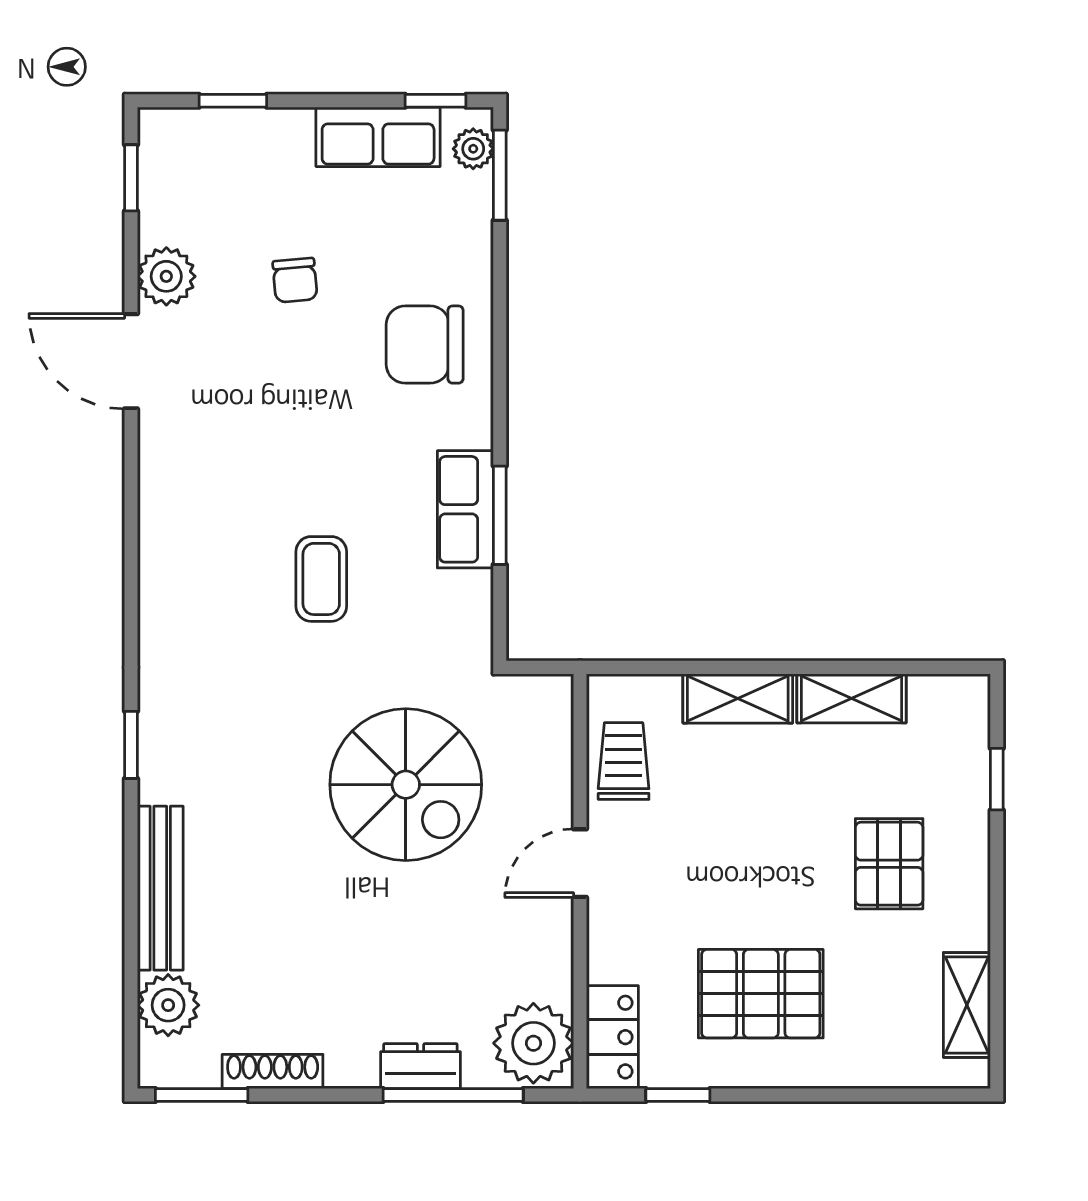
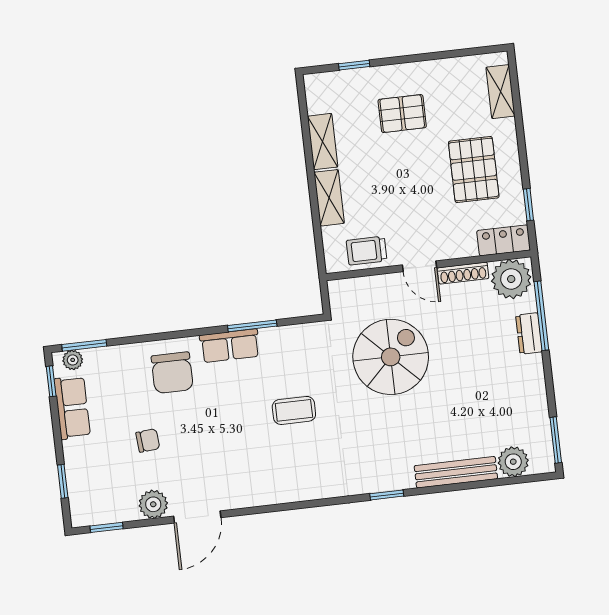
row of seats: (465, 509) -> (230, 346), moved
shelving: (967, 1005) -> (500, 92), moved, turned 90
shoe rack: (273, 1071) -> (463, 273), moved, turned -90

